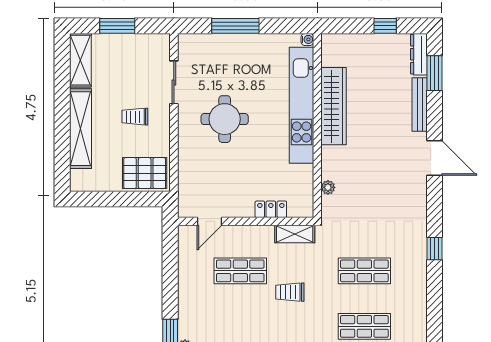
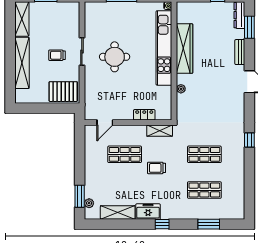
sliding door: (174, 82) -> (82, 51), moved
bench: (420, 105) -> (240, 52), width x0.73
plant: (328, 187) -> (181, 89), moved

